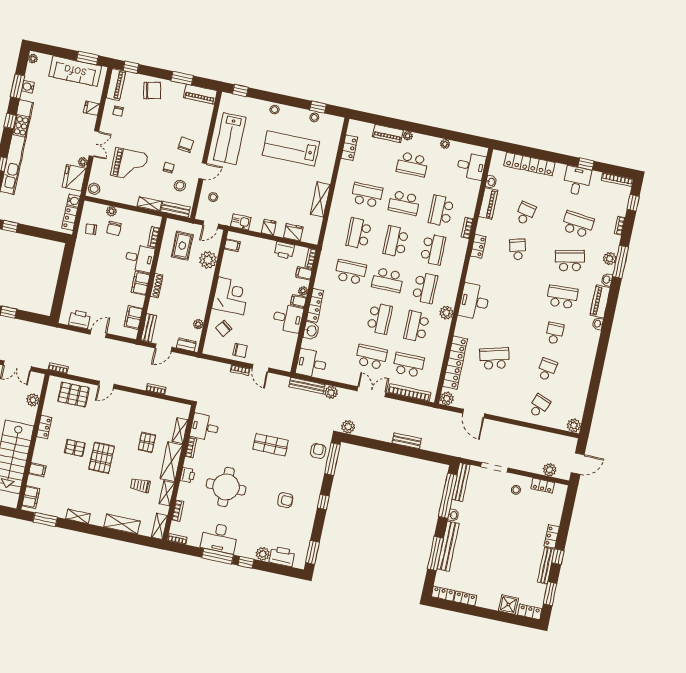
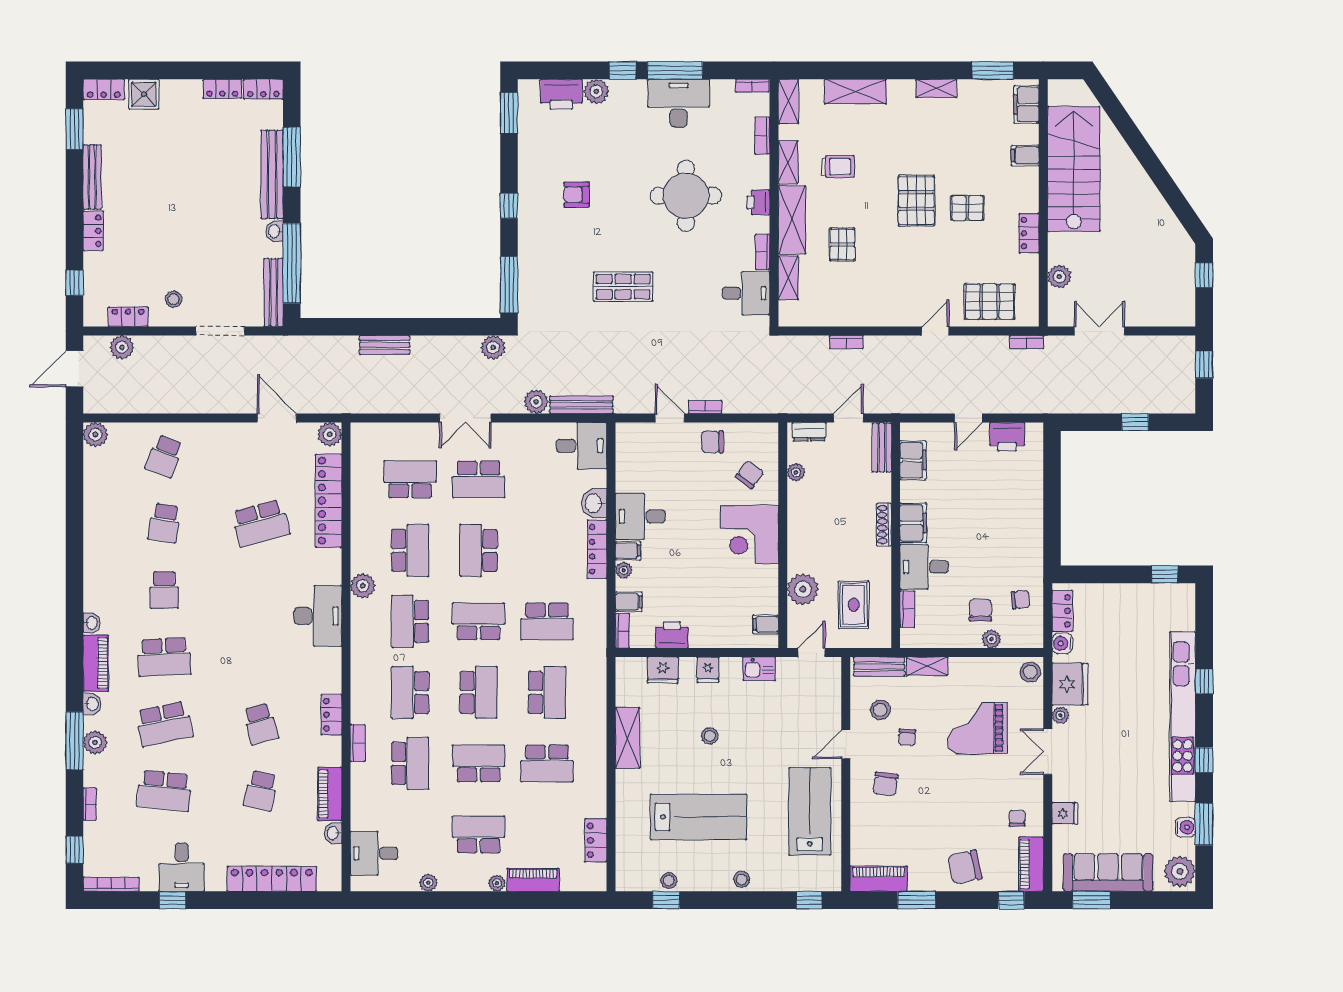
plant: (33, 59) -> (1180, 871), width x1.88, depth x1.88
stool: (213, 197) -> (710, 736), moved
school desk: (408, 365) -> (410, 479), turned 180
bookcase: (409, 393) -> (398, 431), removed
armchair: (318, 451) -> (537, 294), removed
window: (558, 557) -> (75, 283), moved

